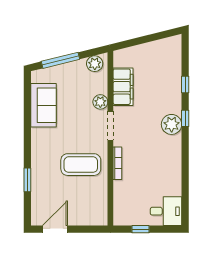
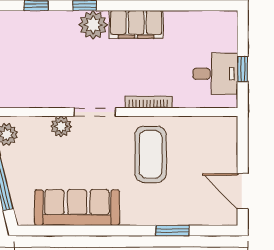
filing cabinet: (123, 87) -> (136, 24), moved, turned 180
sofa: (43, 105) -> (77, 208), width x1.36
desk: (166, 211) -> (215, 74), moved, turned 90

